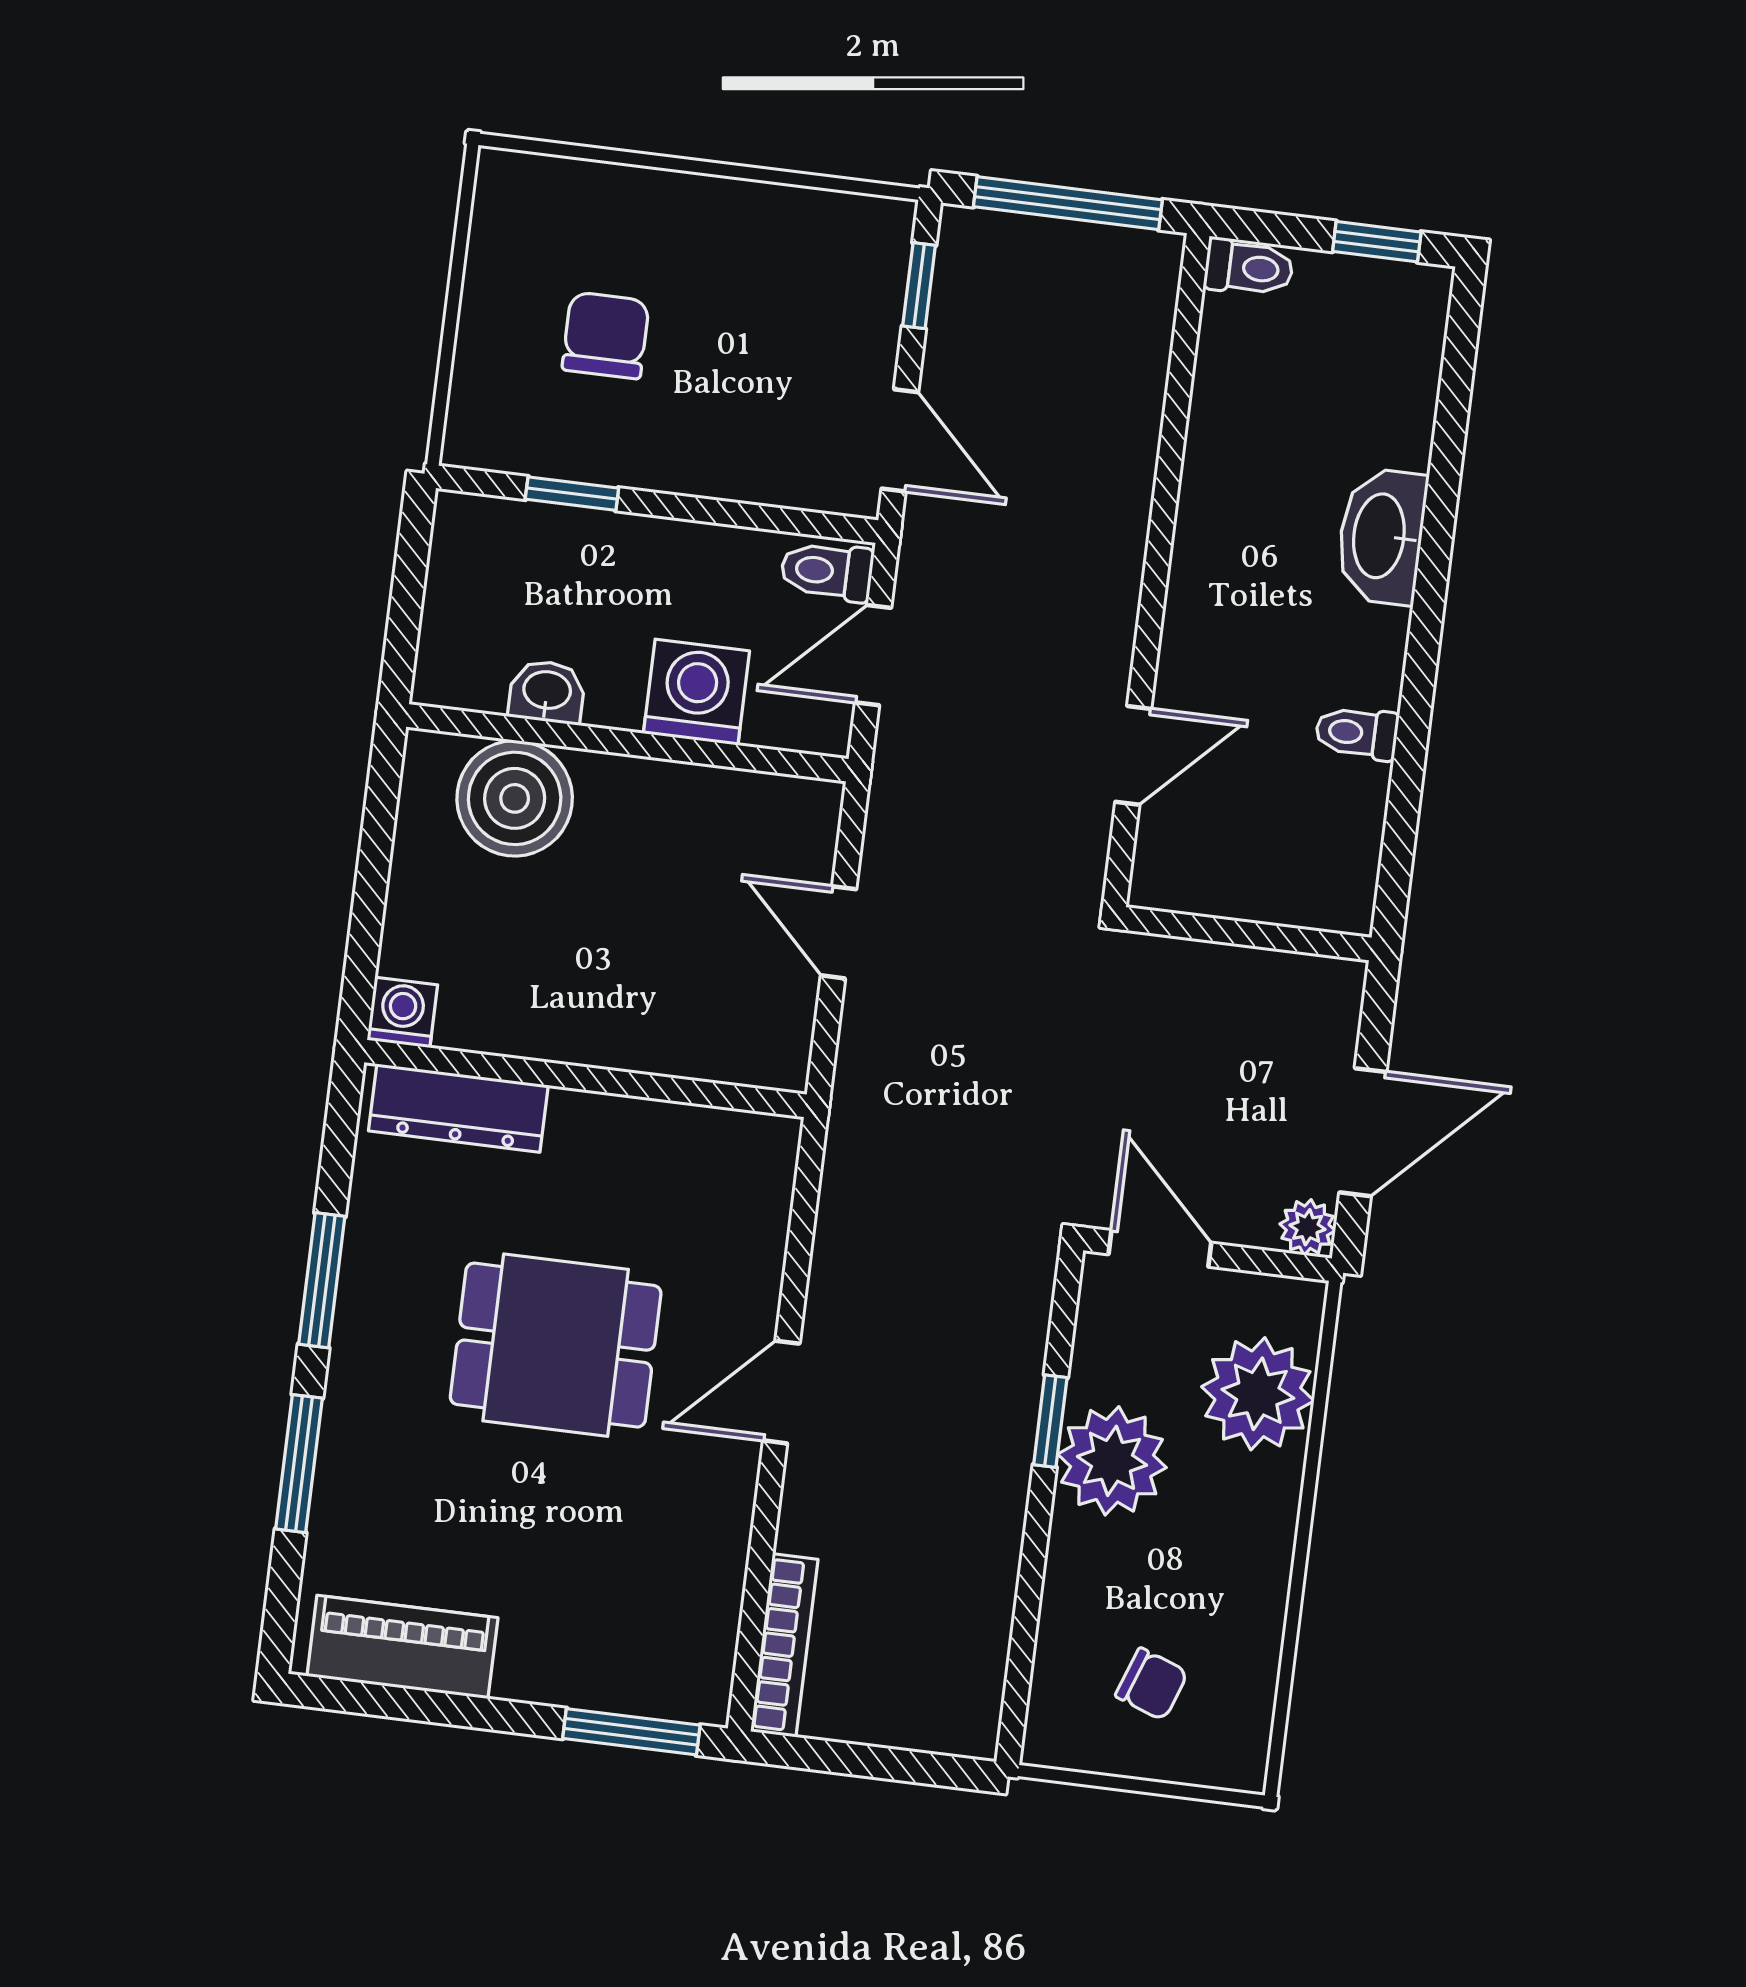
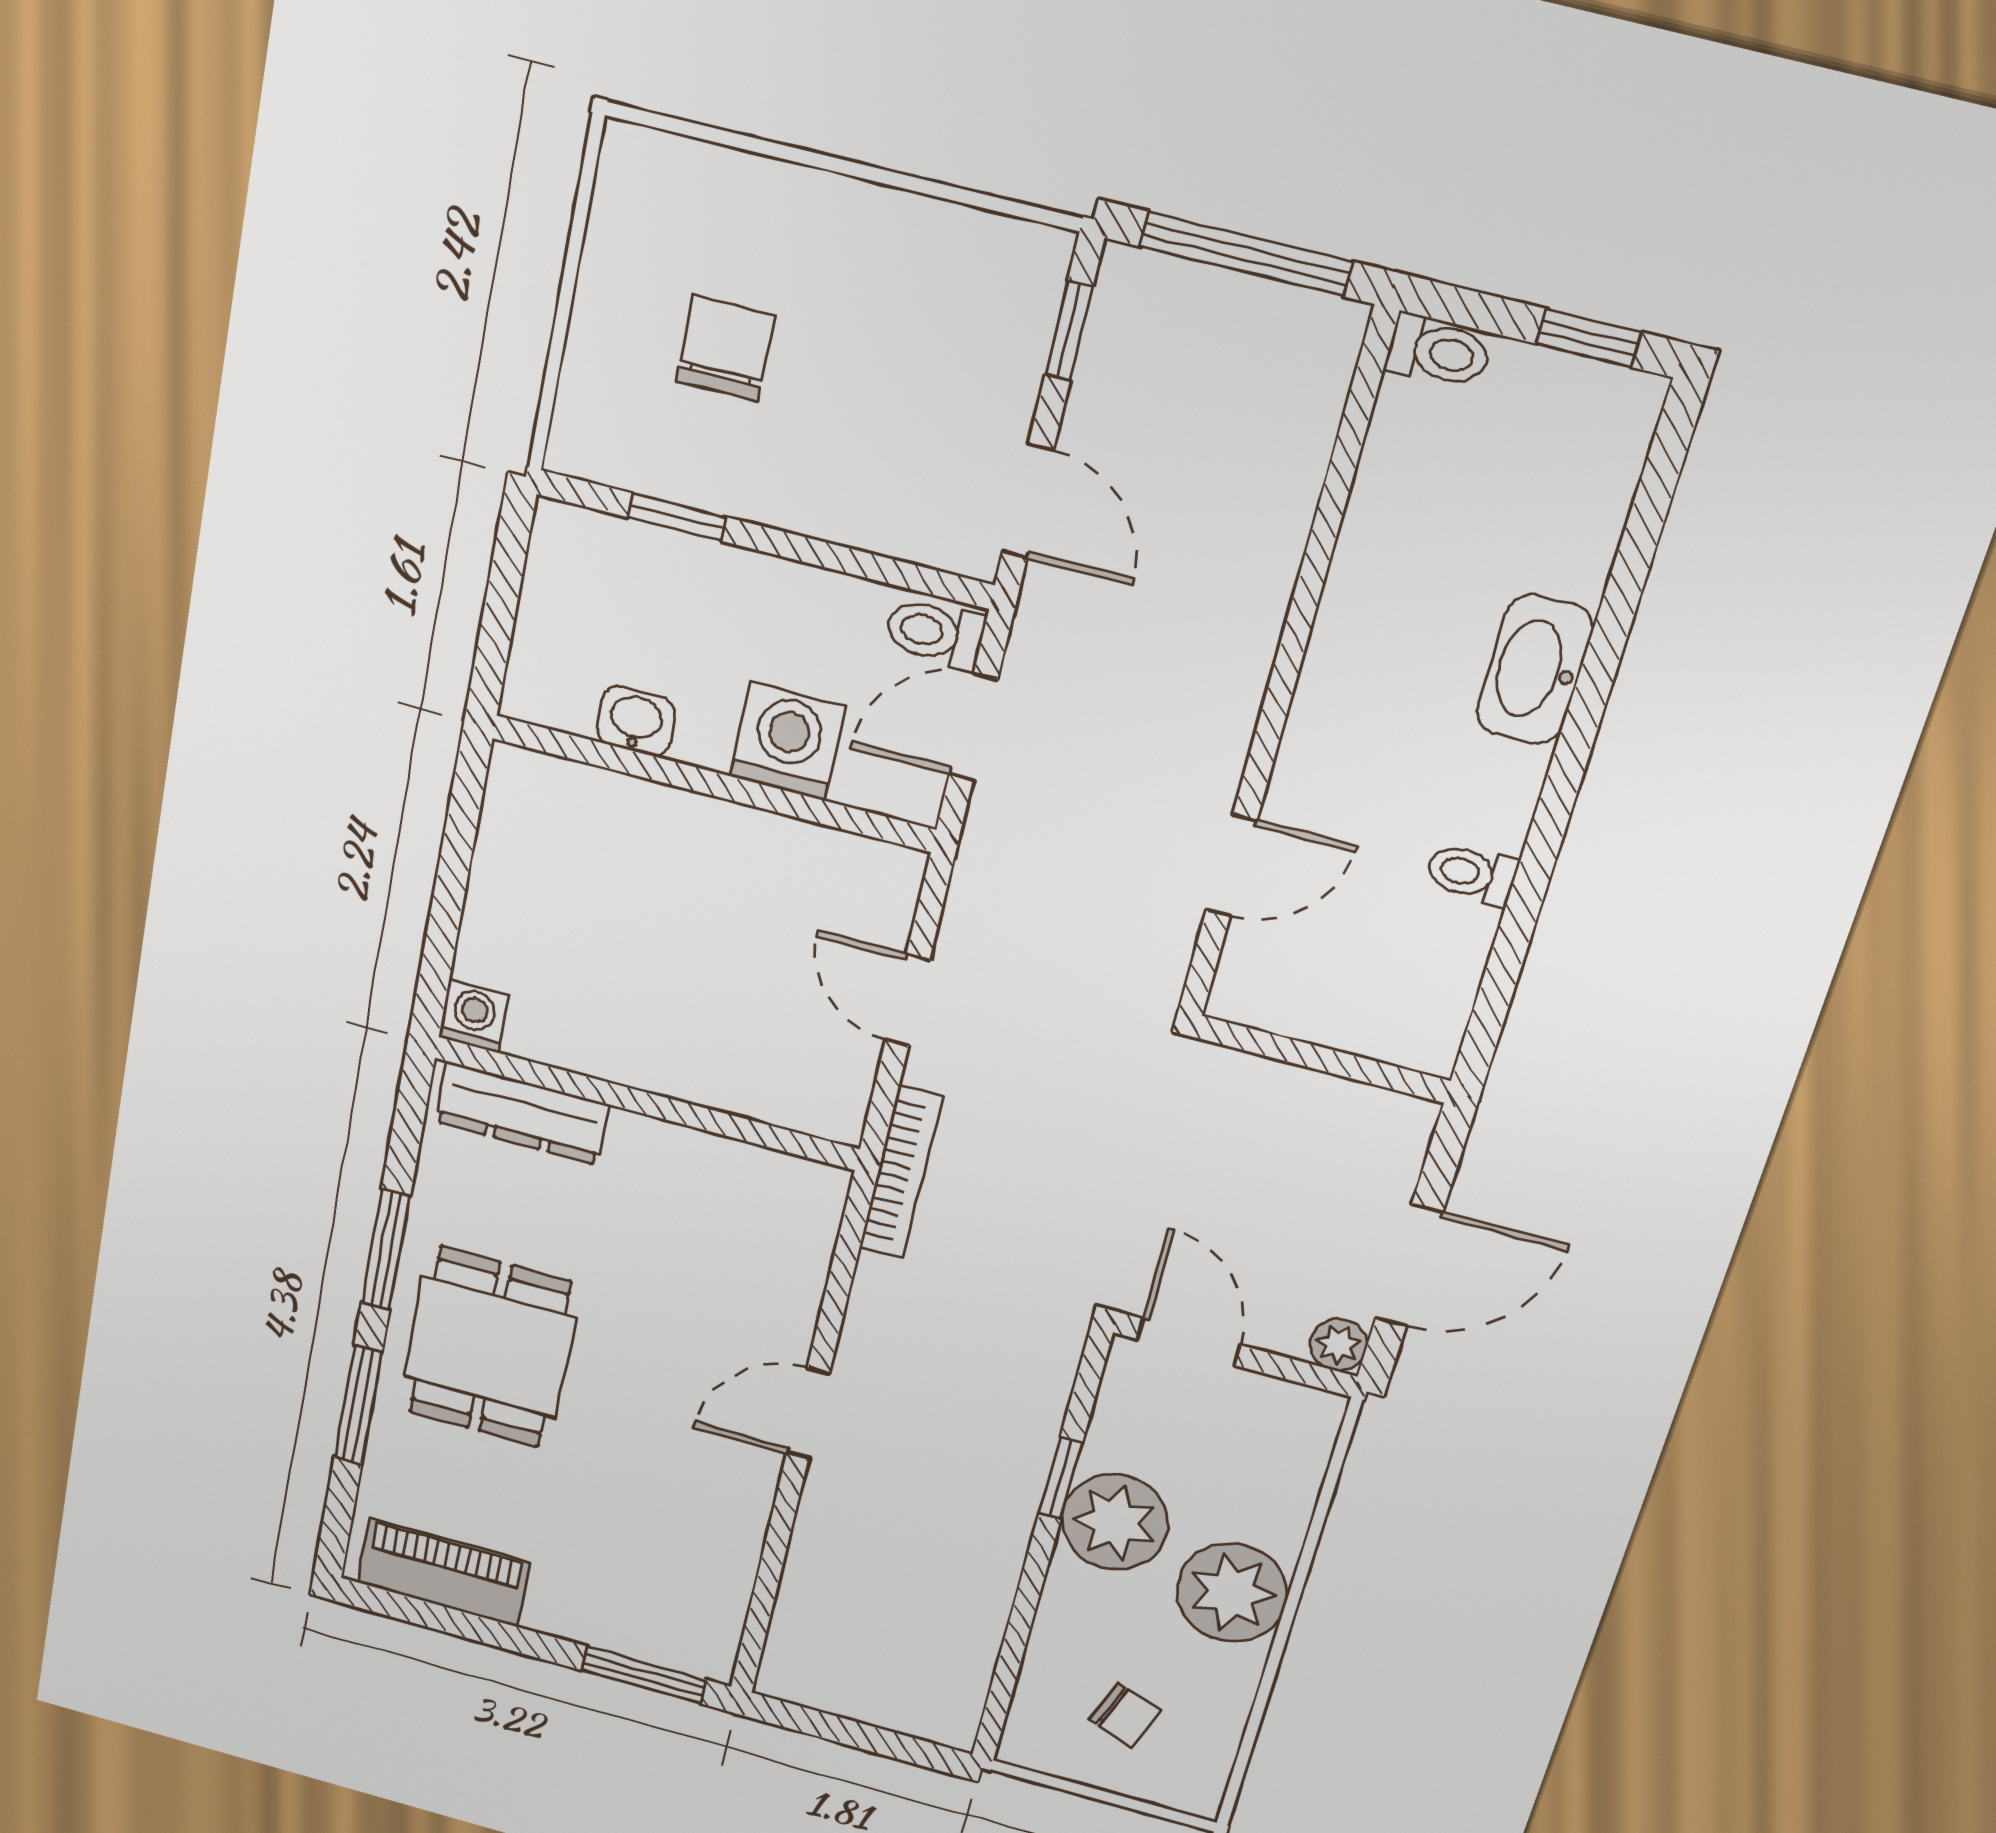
boiler: (515, 798) -> (596, 824), removed
dining table: (556, 1345) -> (490, 1347), moved, turned 90
plant: (1258, 1394) -> (1232, 1593), moved
bookcase: (784, 1645) -> (901, 1172), moved

